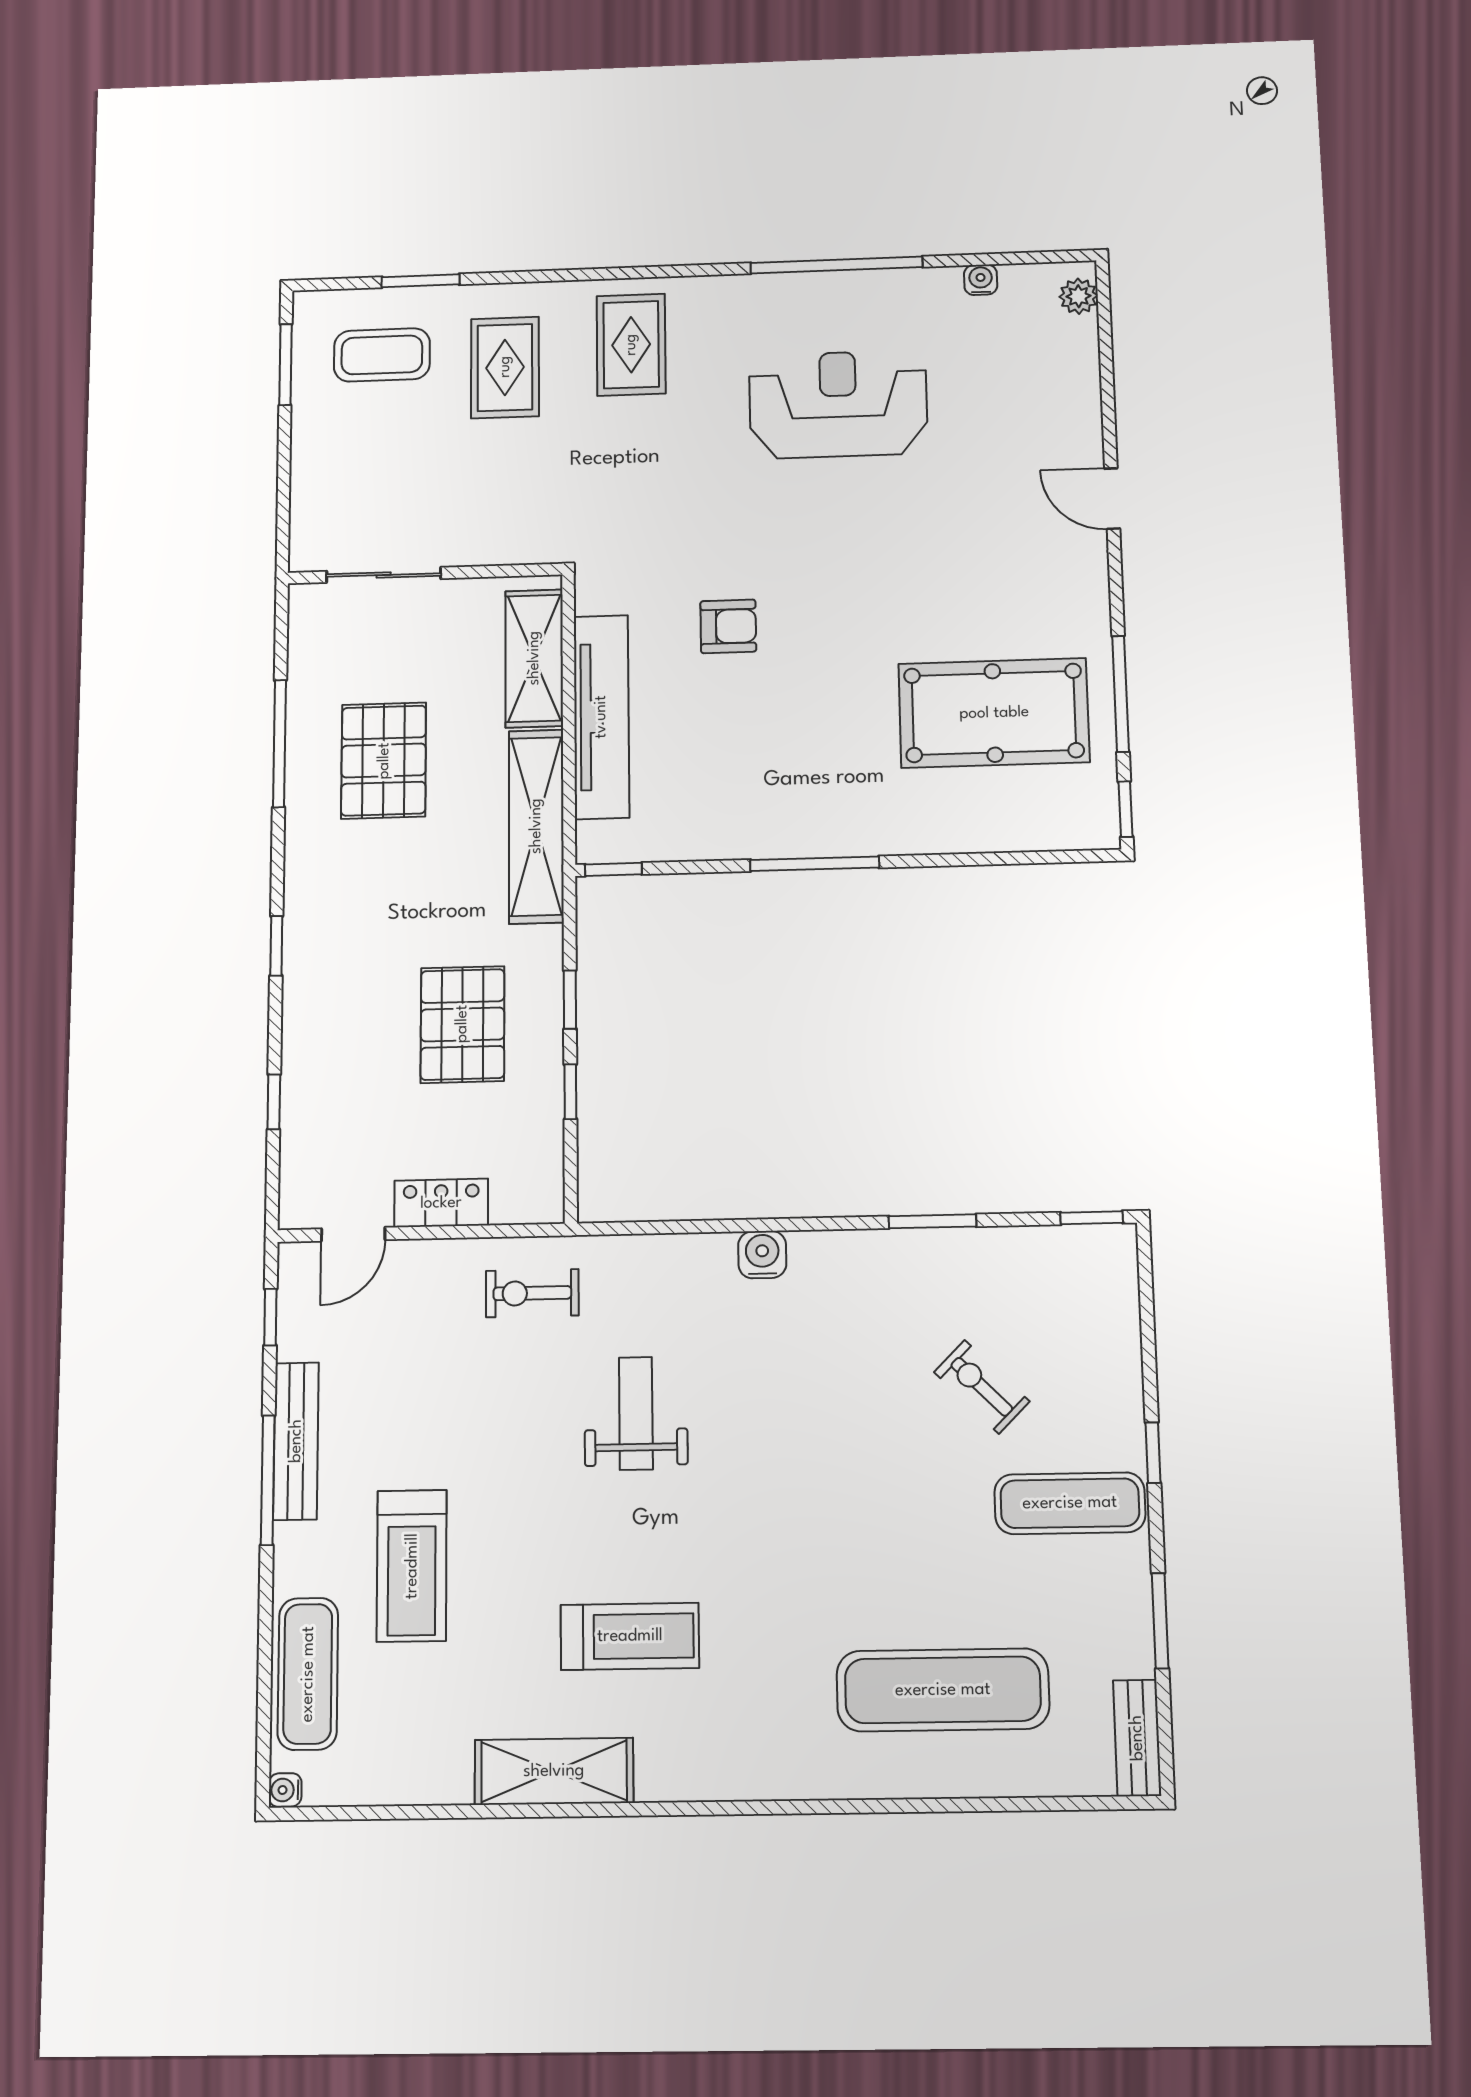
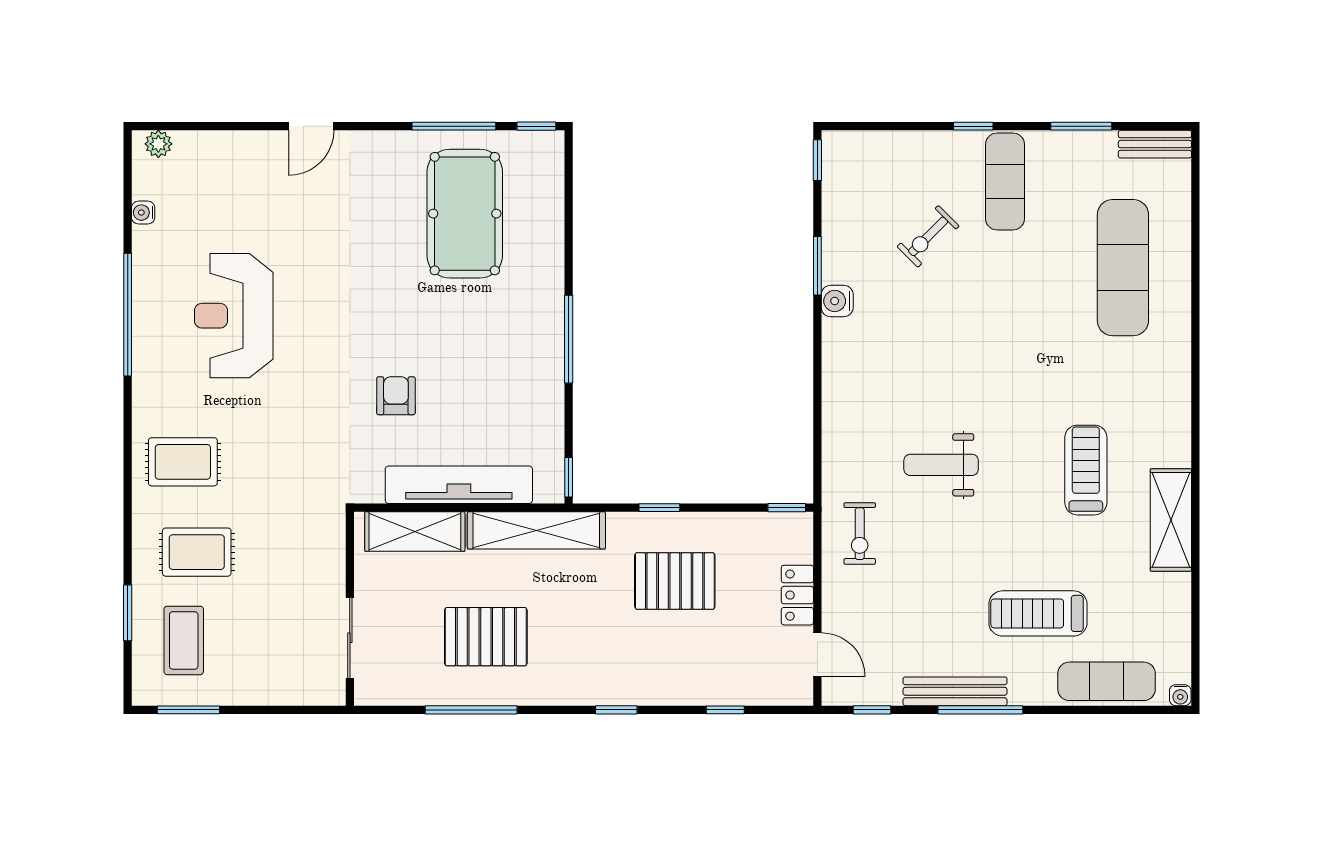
window: (570, 1092) -> (787, 508), moved
water cooler: (762, 1255) -> (837, 301), moved
treadmill: (412, 1566) -> (1038, 613), turned 180

